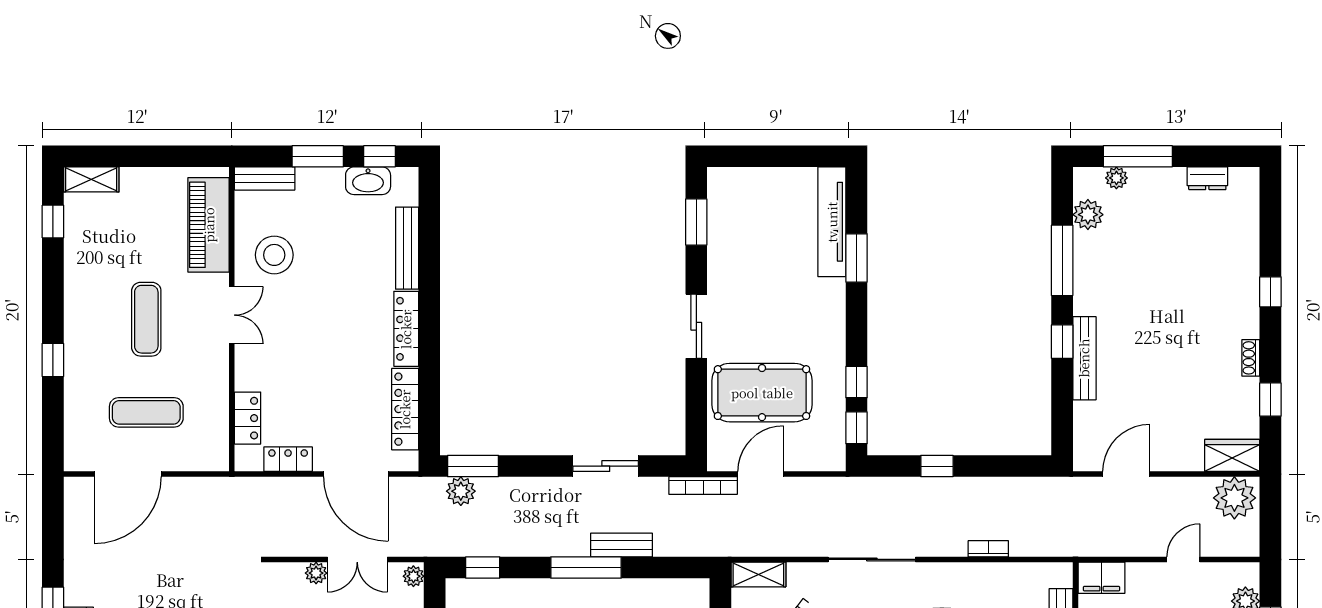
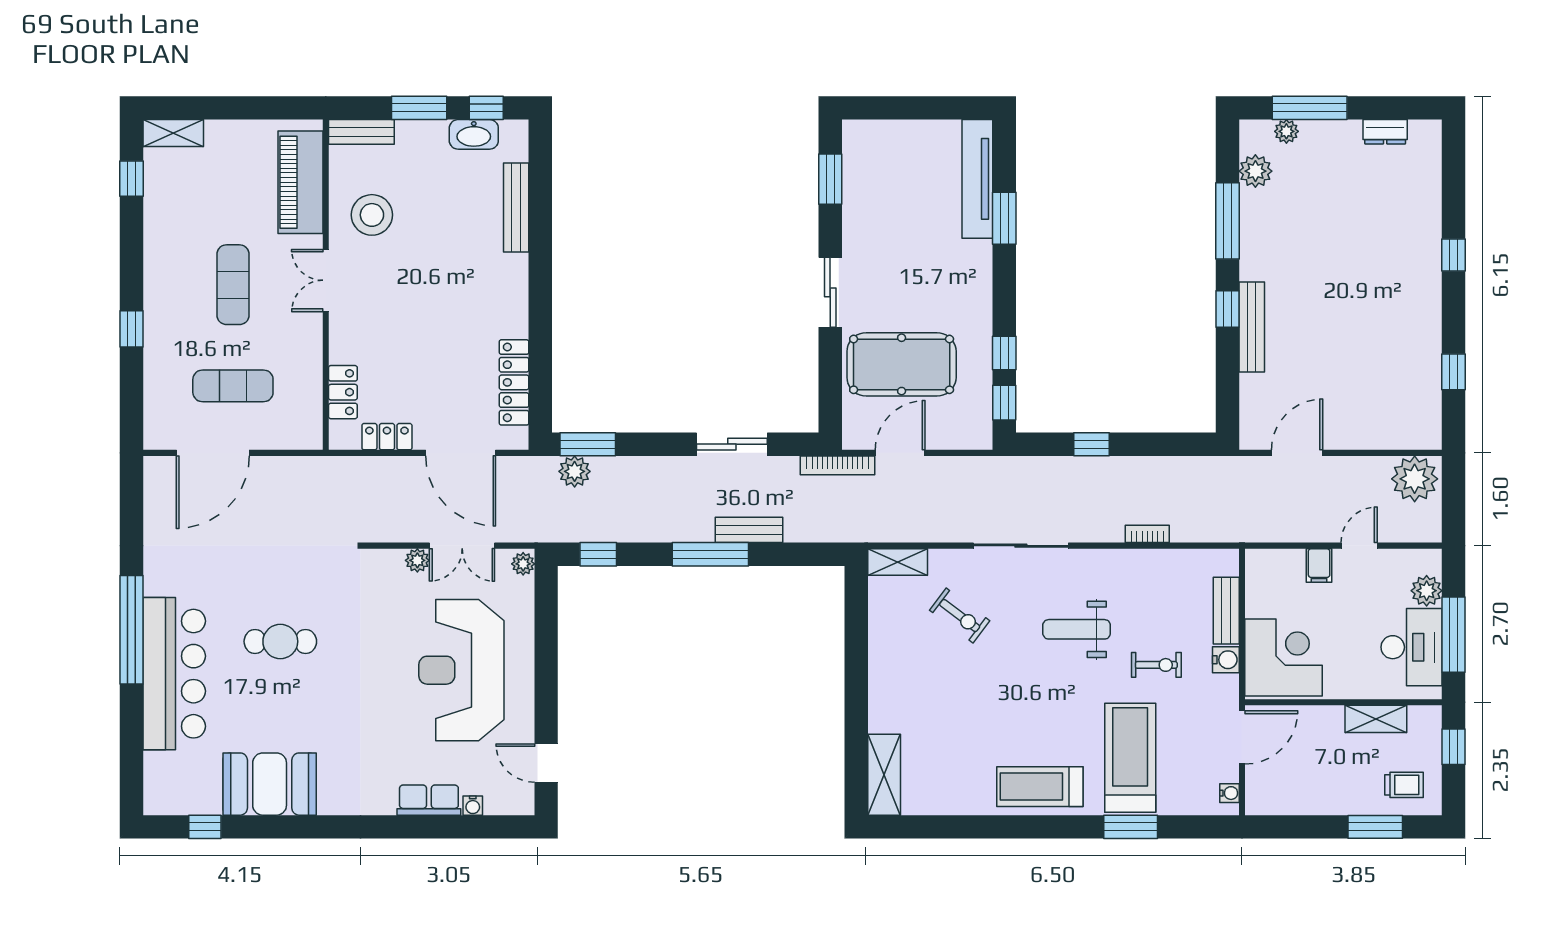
double door: (232, 315) -> (326, 280), swing flipped
locker: (406, 329) -> (515, 295), removed
shoe rack: (1251, 358) -> (1432, 327), removed
wardrobe: (1232, 455) -> (1412, 433), removed
filing cabinet: (1102, 578) -> (1319, 565), moved, width x0.50

